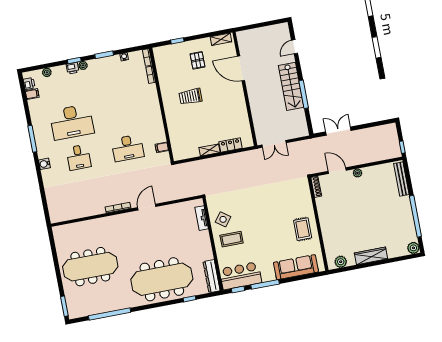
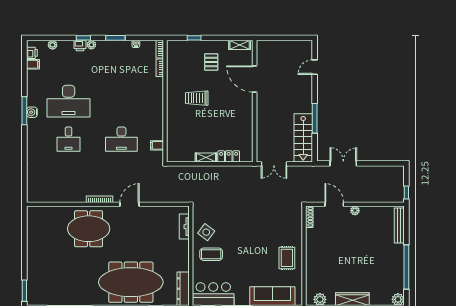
stairs: (291, 86) -> (303, 138), moved
water cooler: (44, 164) -> (32, 112), moved
meeting table: (90, 267) -> (89, 229), moved, width x0.73

